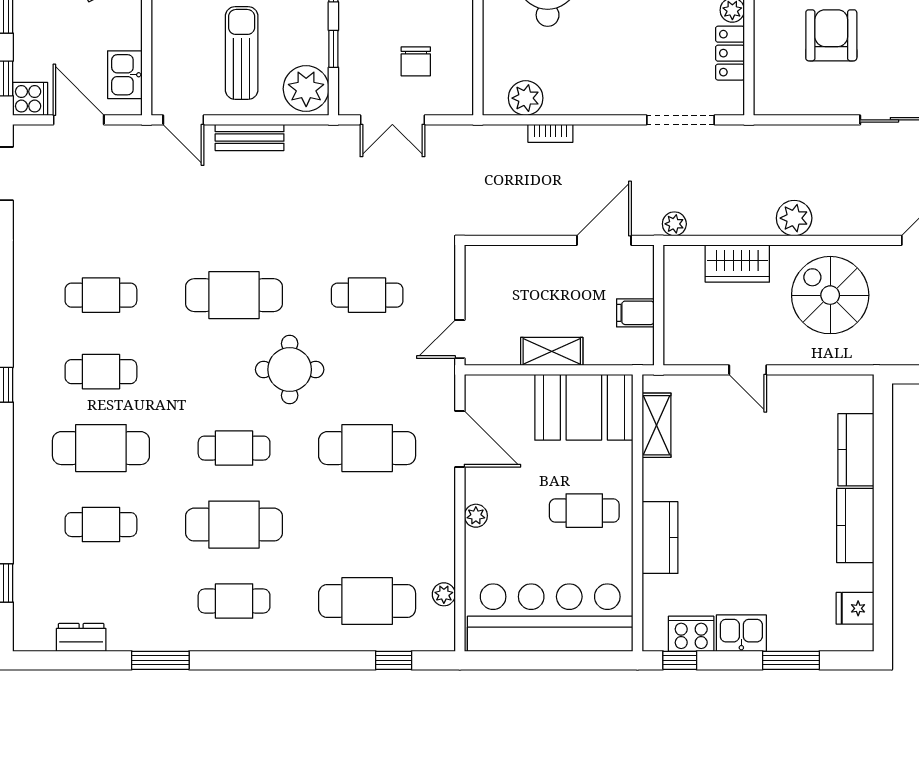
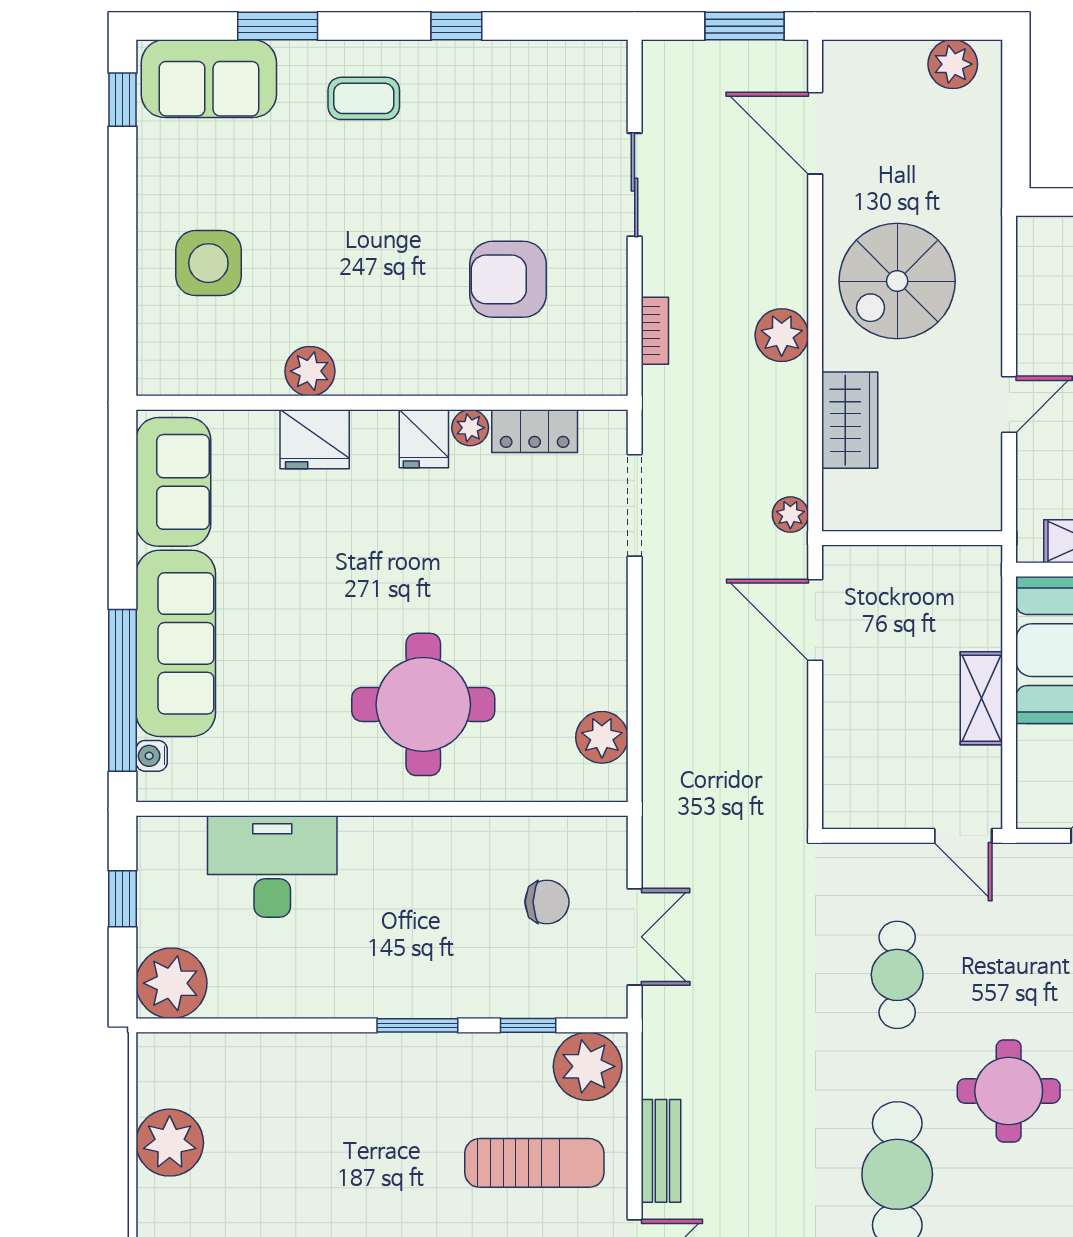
sun lounger: (242, 53) -> (534, 1163), turned 180
bookcase: (550, 133) -> (655, 331), moved
filing cabinet: (635, 313) -> (924, 573), removed

